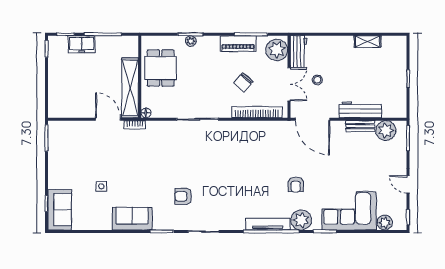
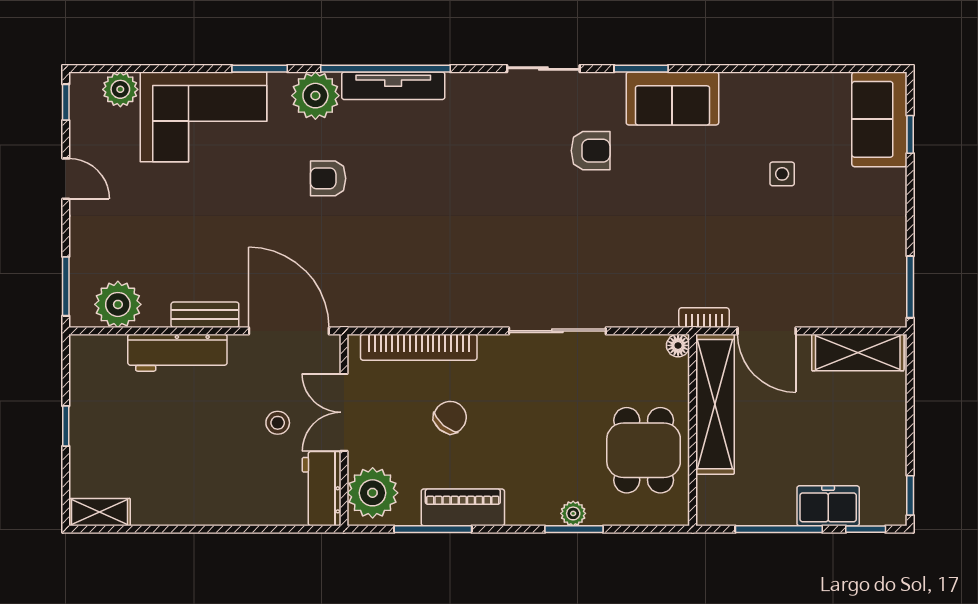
shelving: (368, 42) -> (100, 512), moved
shelving: (69, 110) -> (858, 352), added
bench: (360, 126) -> (205, 315), moved
armchair: (296, 184) -> (328, 178), turned -90
sofa: (132, 219) -> (672, 98), moved

